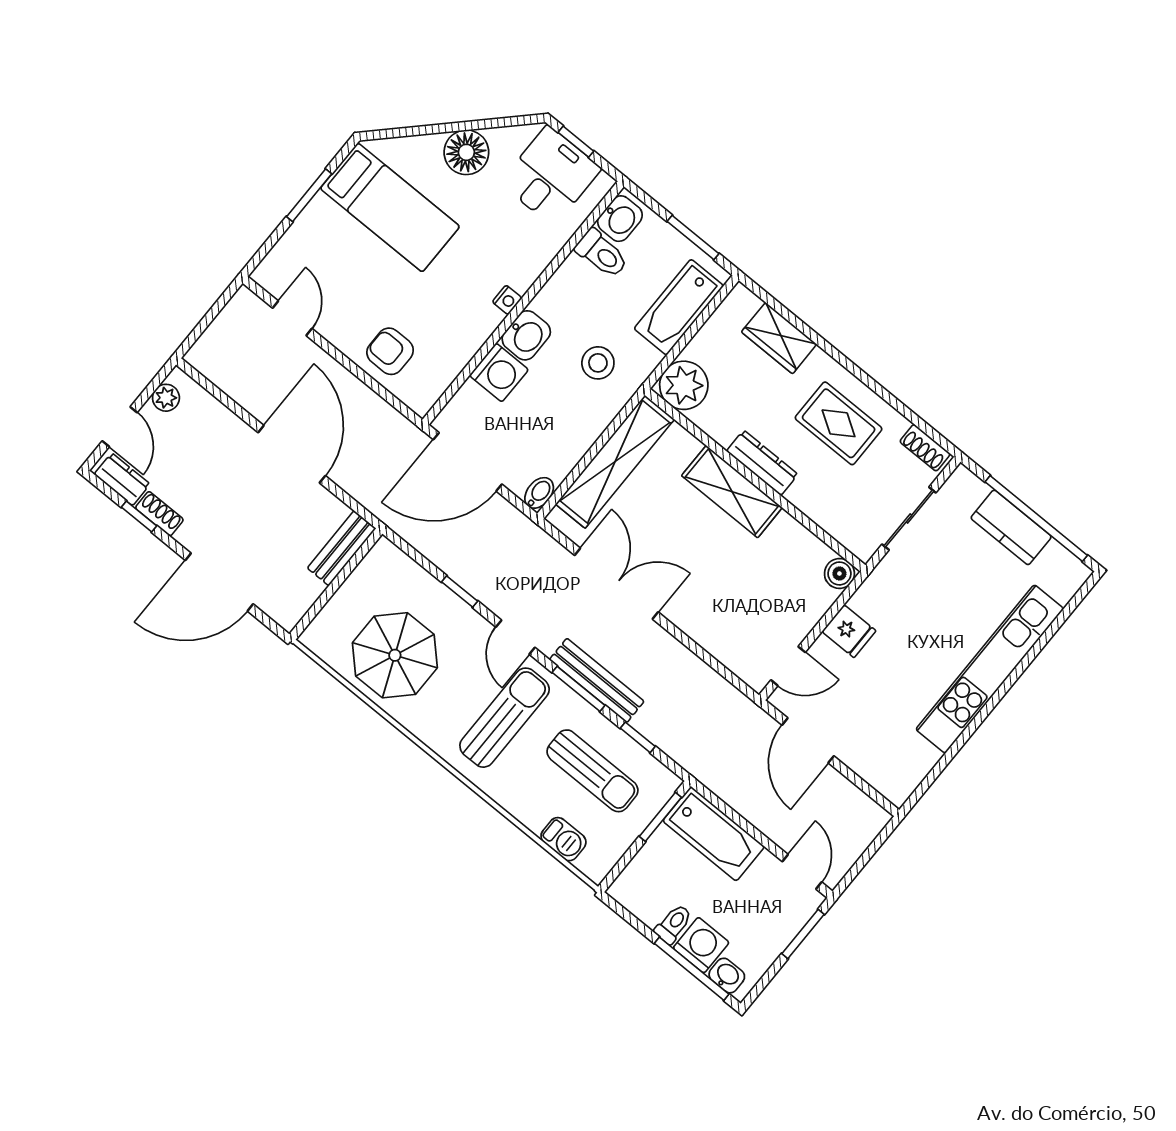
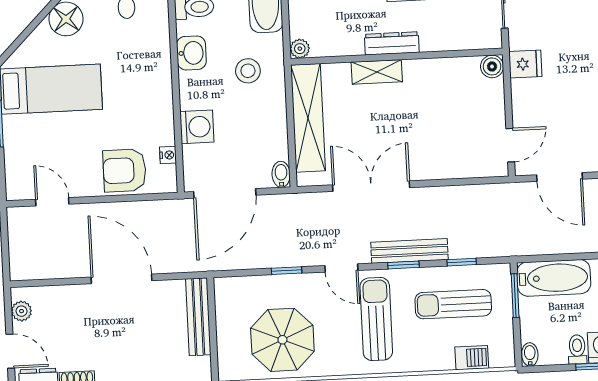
nightstand: (507, 300) -> (168, 155), moved
washbasin: (526, 335) -> (191, 53), moved
armchair: (390, 351) -> (125, 170), width x1.38, depth x1.38
plant: (684, 385) -> (300, 49), width x0.53, depth x0.53
shelving: (732, 492) -> (377, 72), width x0.67, depth x0.75
bench: (342, 548) -> (198, 317), width x1.36
fridge: (849, 631) -> (525, 64), moved
window: (579, 689) -> (403, 265), width x0.67
sun lounger: (592, 771) -> (453, 304), turned 180
bidet: (623, 887) -> (530, 354), added

